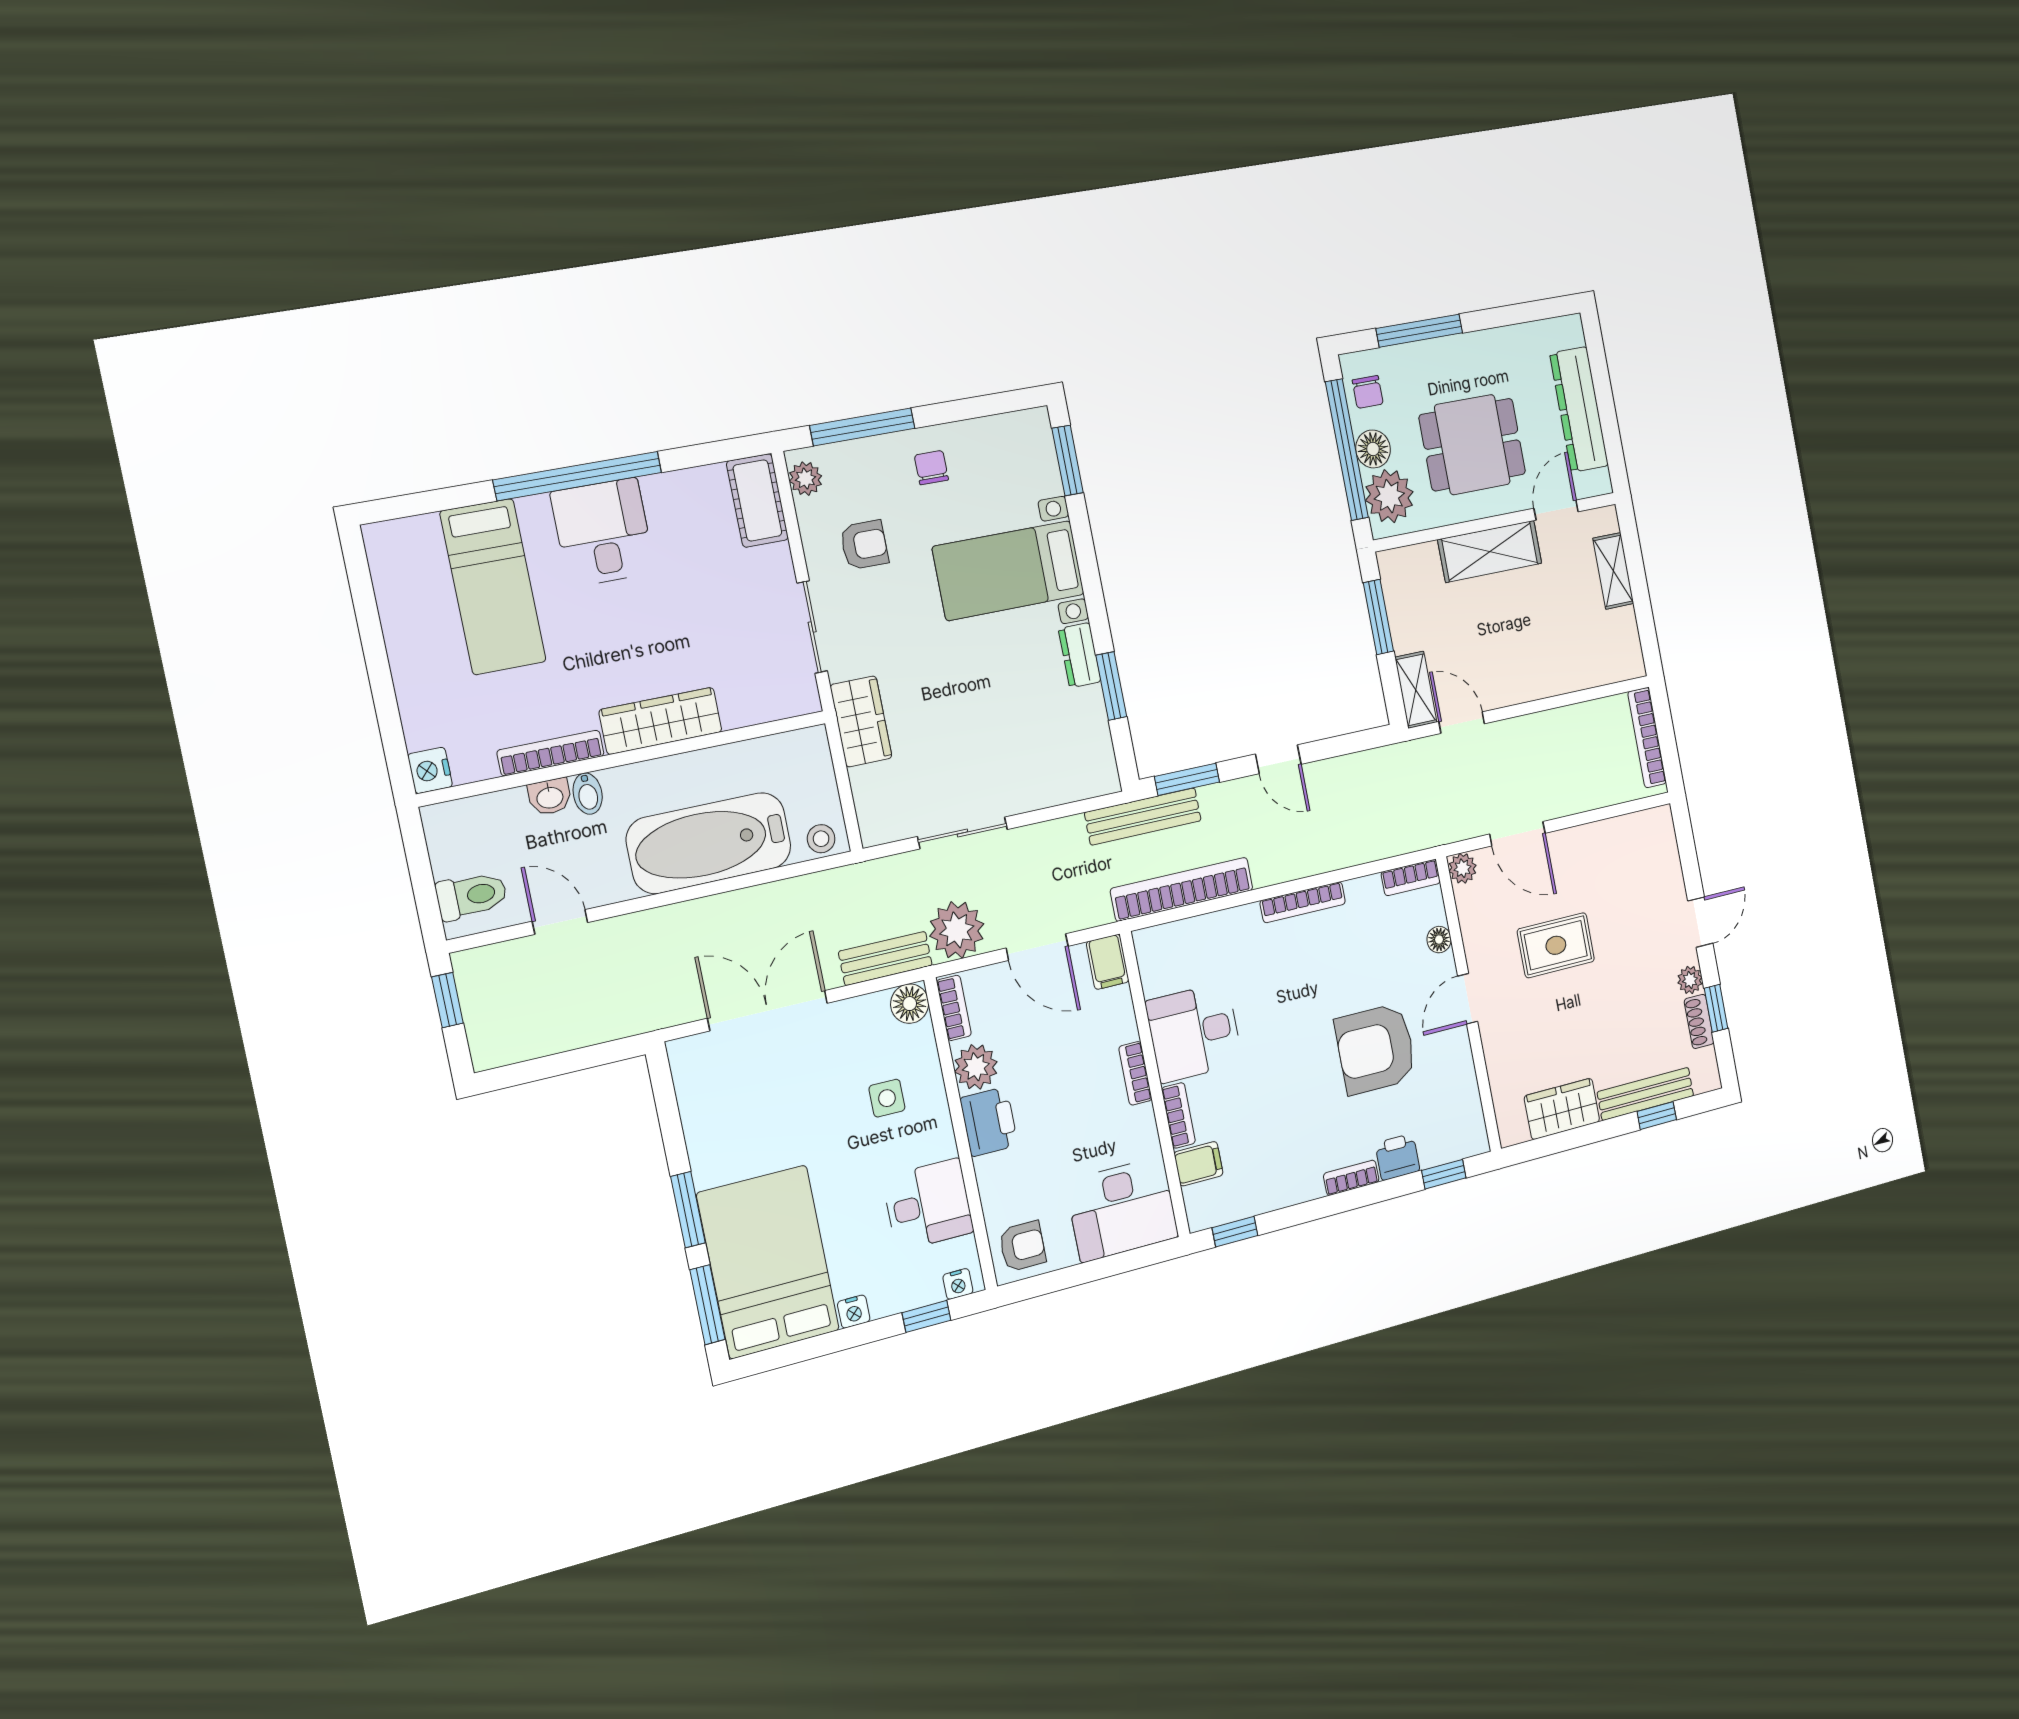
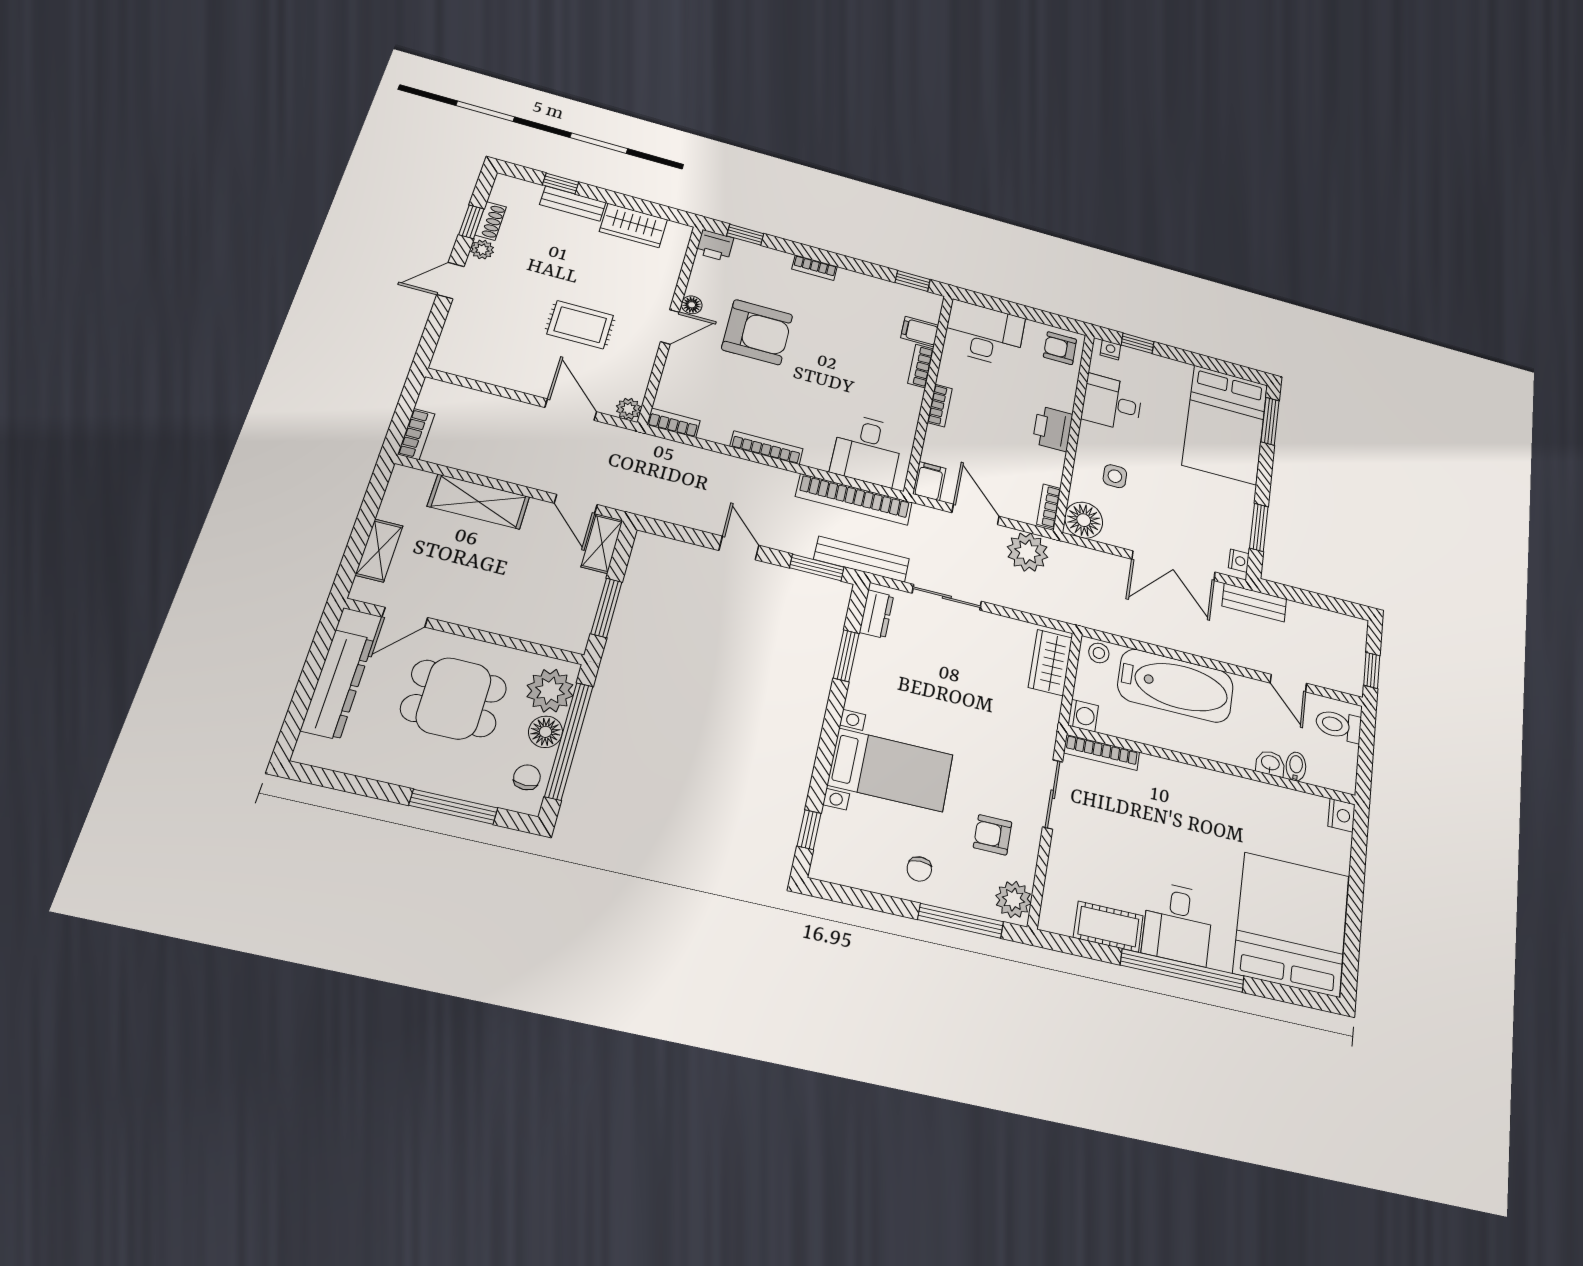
window: (1068, 460) -> (809, 830), width x0.67
plant: (805, 479) -> (1013, 899), width x1.38, depth x1.38
cot: (757, 500) -> (1108, 927), moved, turned 90
shelving: (1490, 551) -> (479, 502), moved
bed: (493, 587) -> (1292, 924), width x2.04
dresser: (1080, 655) -> (876, 614), moved
wardrobe: (661, 721) -> (1181, 779), removed
wardrobe: (861, 721) -> (1050, 663), moved
bookcase: (1647, 738) -> (416, 434), width x0.64
washing machine: (811, 746) -> (1083, 716), added
bookcase: (551, 753) -> (1102, 753), moved
bidet: (588, 794) -> (1296, 766), moved
sliding door: (962, 833) -> (947, 597), moved
floor lamp: (1439, 940) -> (692, 305), moved
bench: (885, 958) -> (1254, 602), moved
floor lamp: (910, 1004) -> (1084, 520), width x1.38, depth x1.38
desk: (1194, 1032) -> (867, 450), moved, turned 90
plant: (976, 1067) -> (1048, 464), removed
bench: (1645, 1094) -> (573, 204), width x0.73
printer: (1397, 1157) -> (715, 246), moved
window: (688, 1210) -> (1259, 527), moved
nightstand: (854, 1312) -> (1239, 561), moved, turned 90

